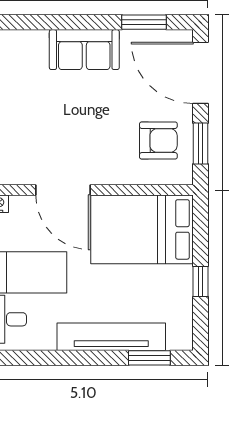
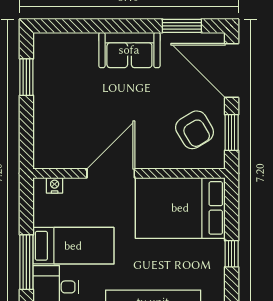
armchair: (158, 141) -> (195, 130), turned 59
door: (63, 190) -> (111, 173), swing flipped

